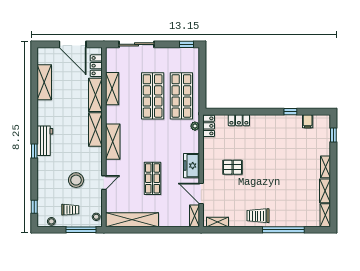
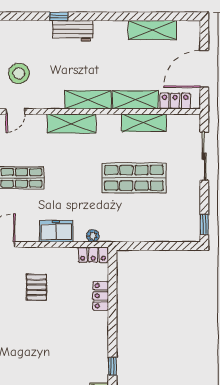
shop shelf: (181, 96) -> (134, 217), removed
freezer: (192, 166) -> (56, 231), moved
door: (104, 183) -> (16, 111), hinge flipped

